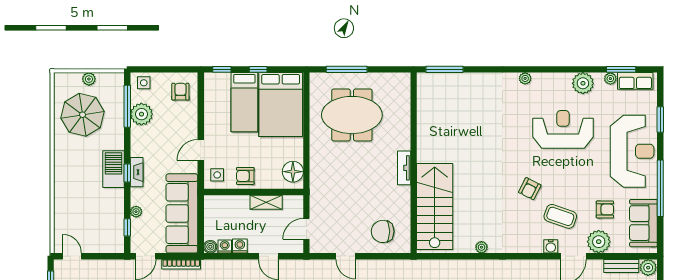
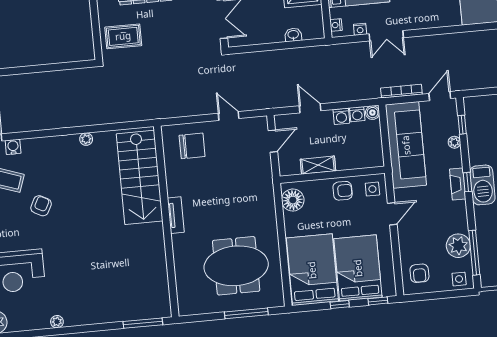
bed: (244, 102) -> (358, 268), width x1.50

